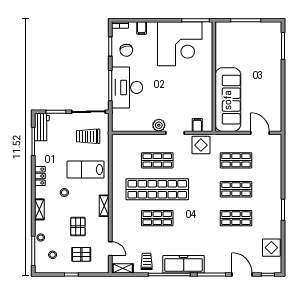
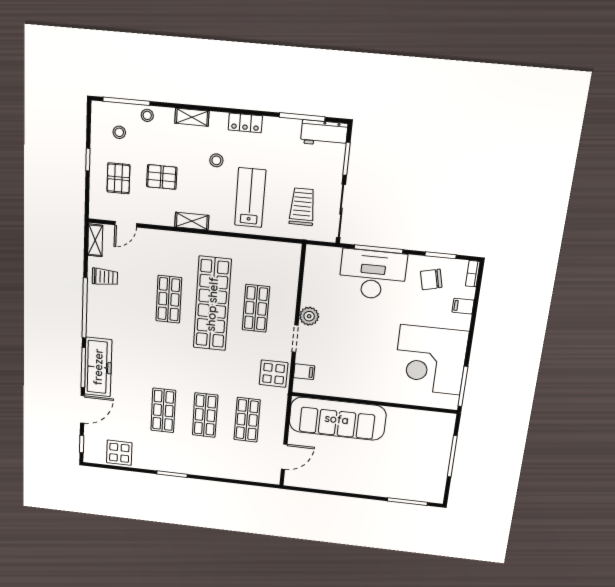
freezer: (184, 264) -> (98, 367), moved

